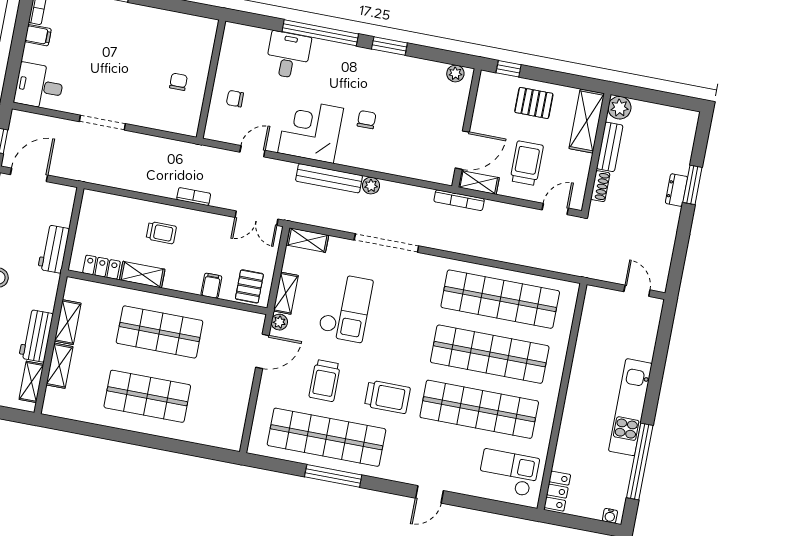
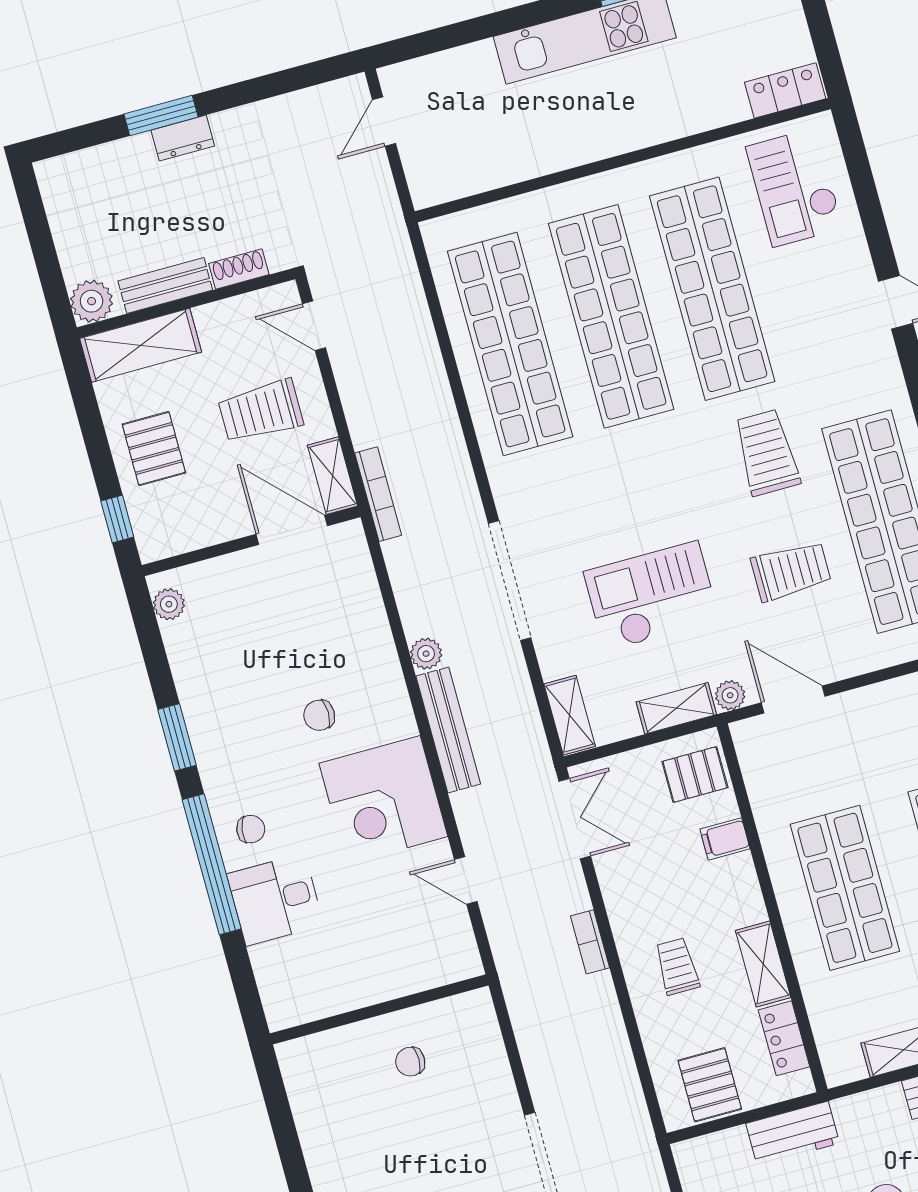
chair: (235, 99) -> (251, 829), moved, turned -81
pallet: (97, 220) -> (710, 1085), added

